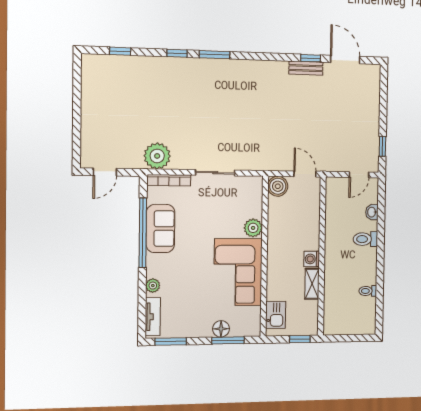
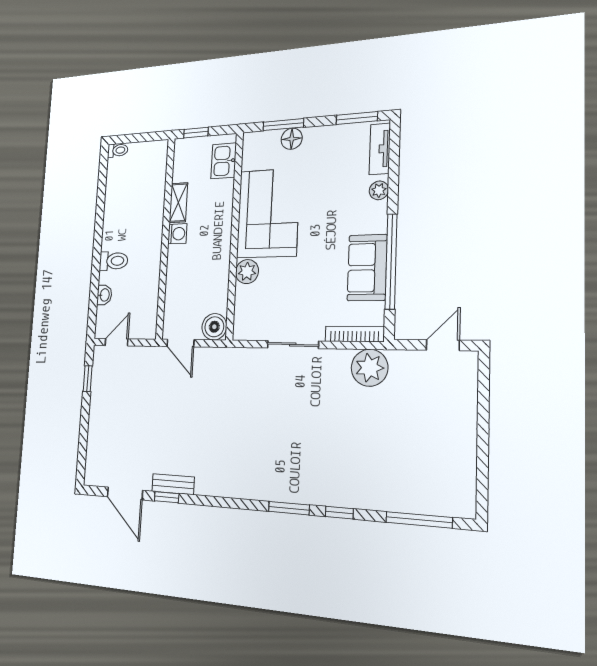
window: (120, 51) -> (419, 520), width x2.17
toilet: (368, 291) -> (118, 150), moved

